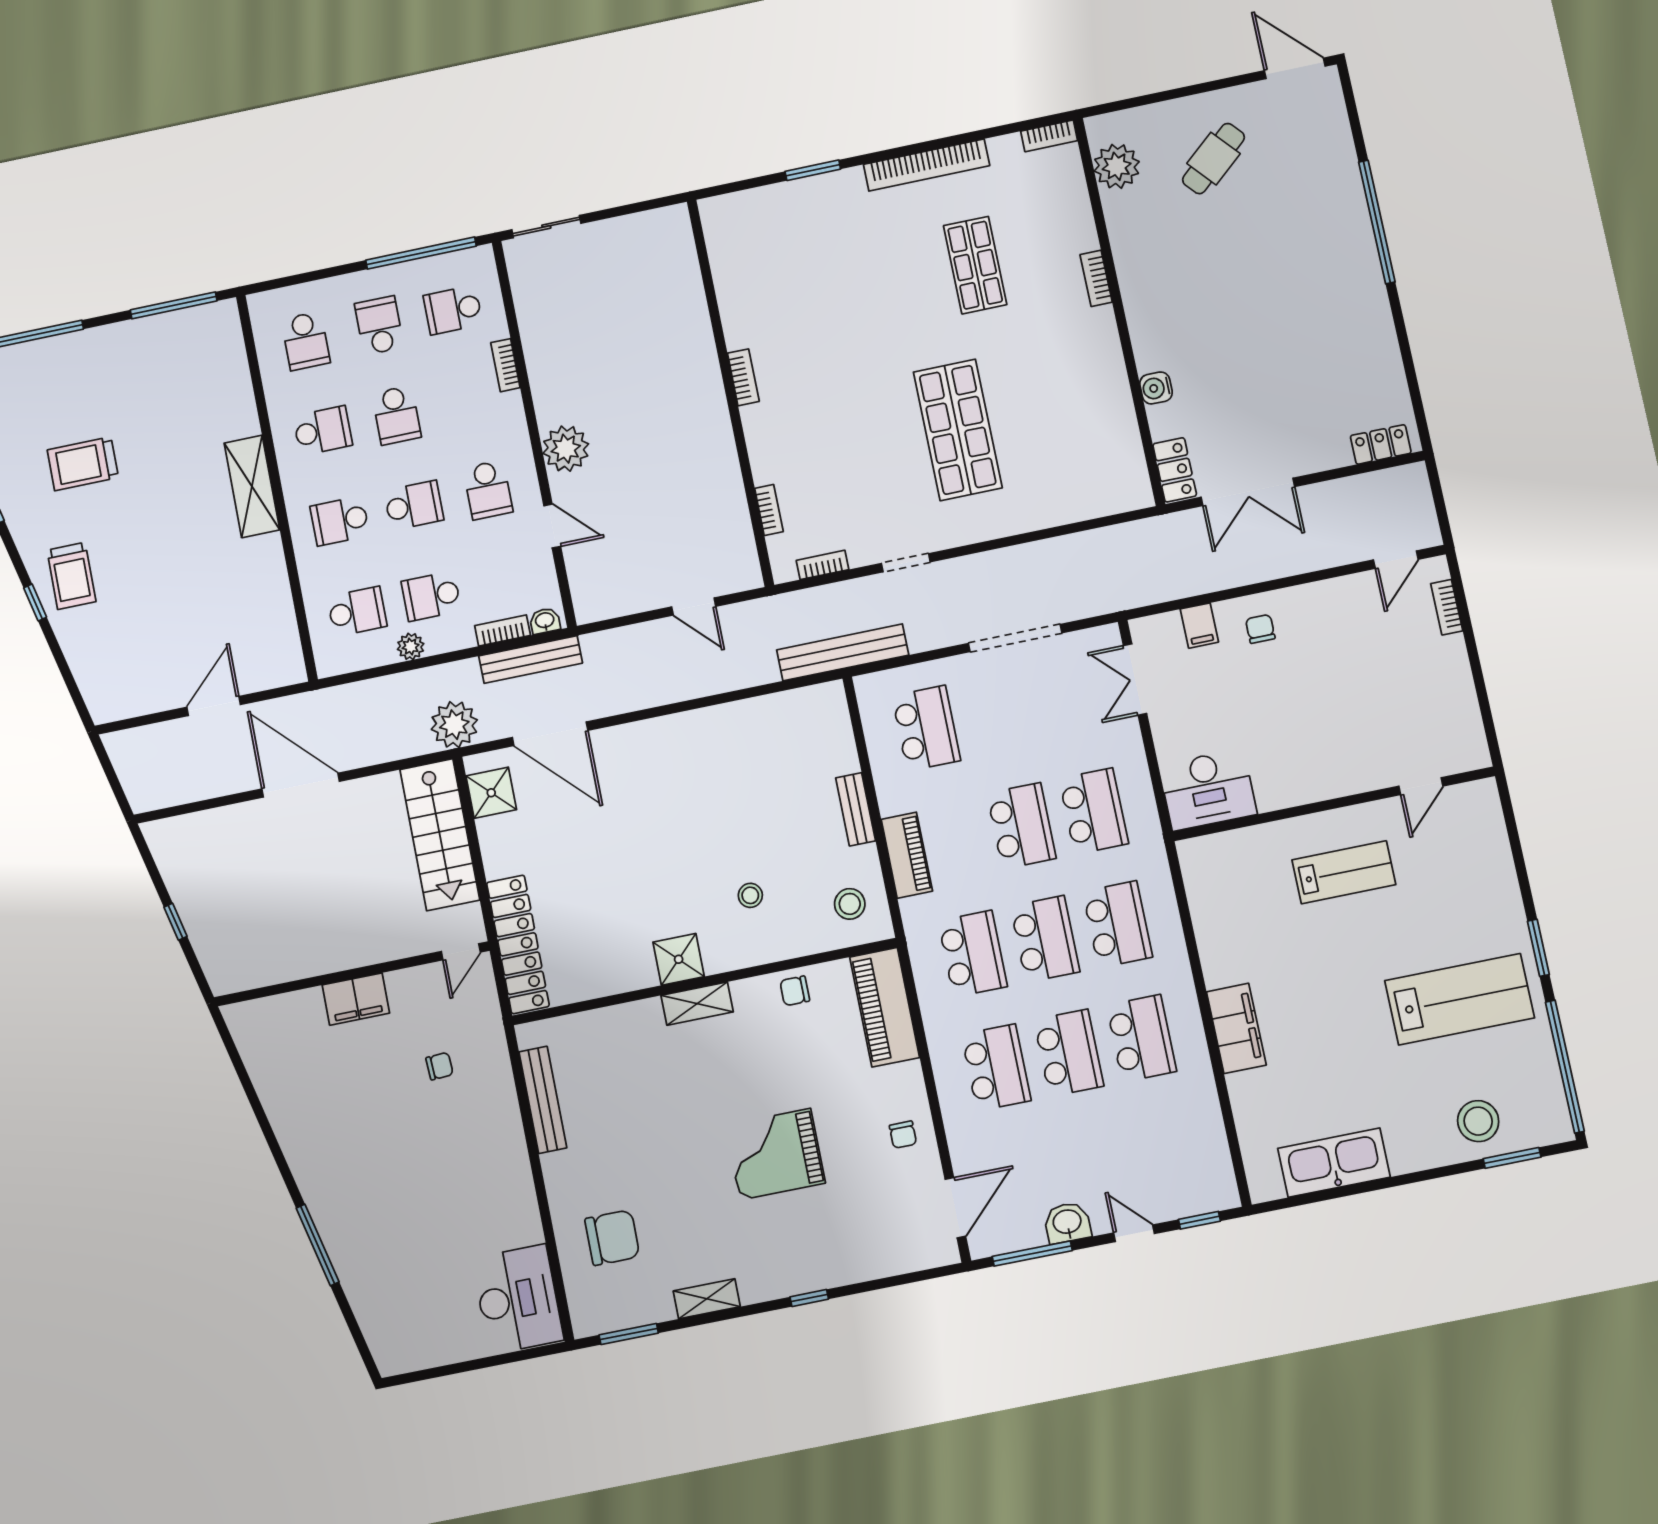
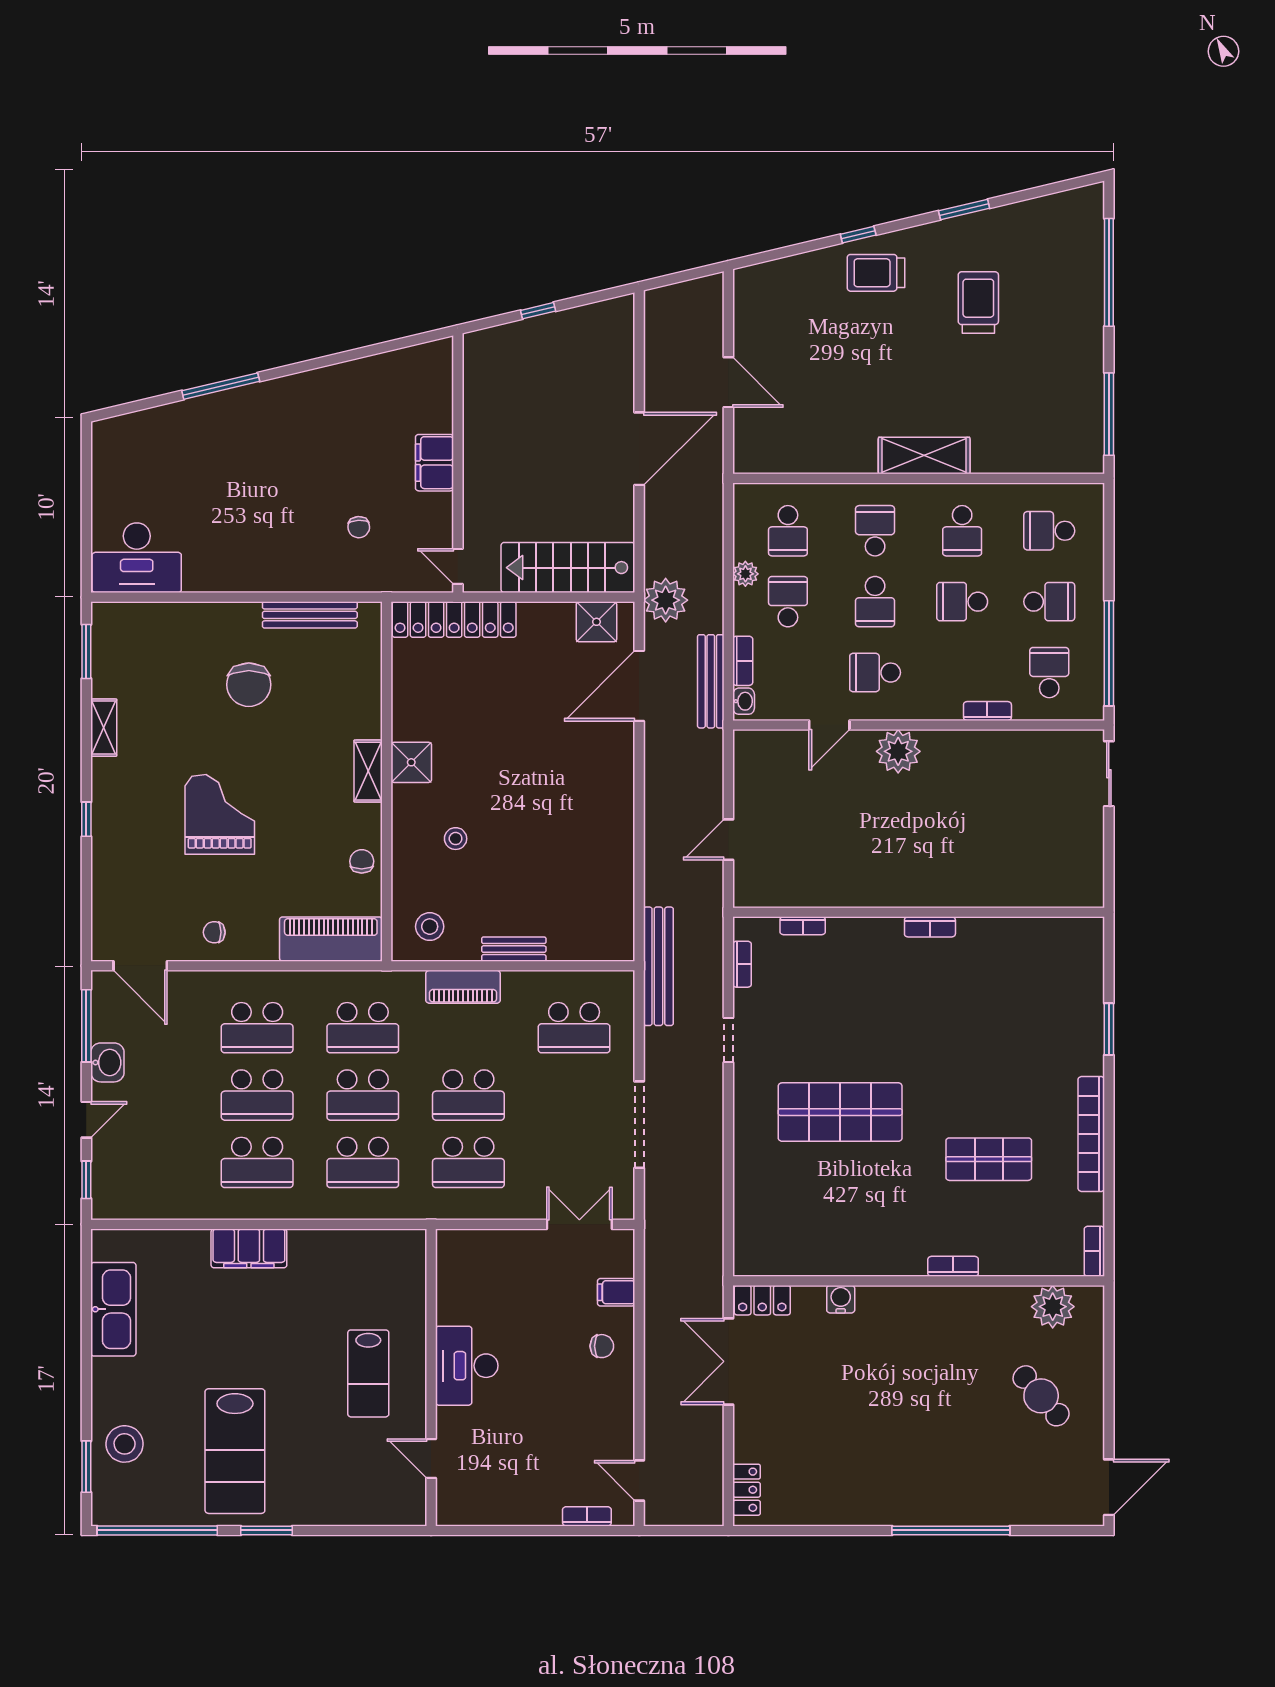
desk: (1208, 790) -> (467, 1366), moved
chair: (612, 1238) -> (249, 685), moved

